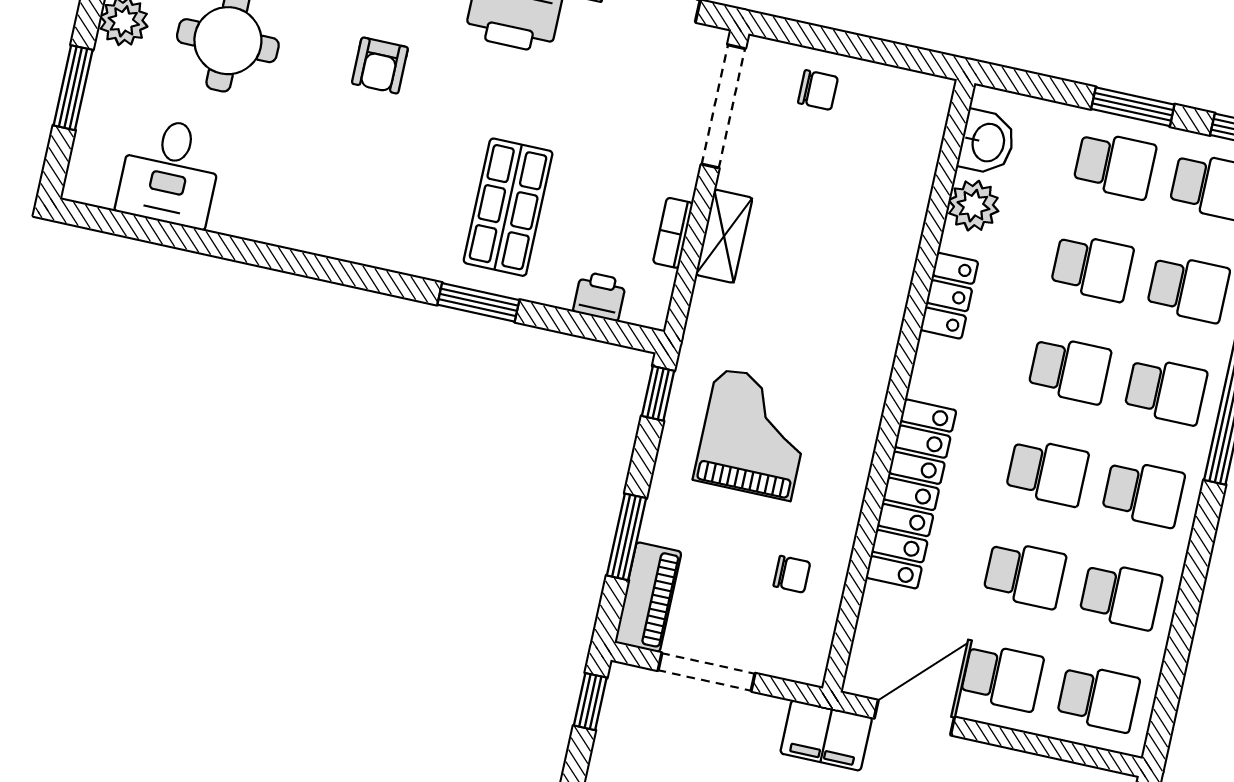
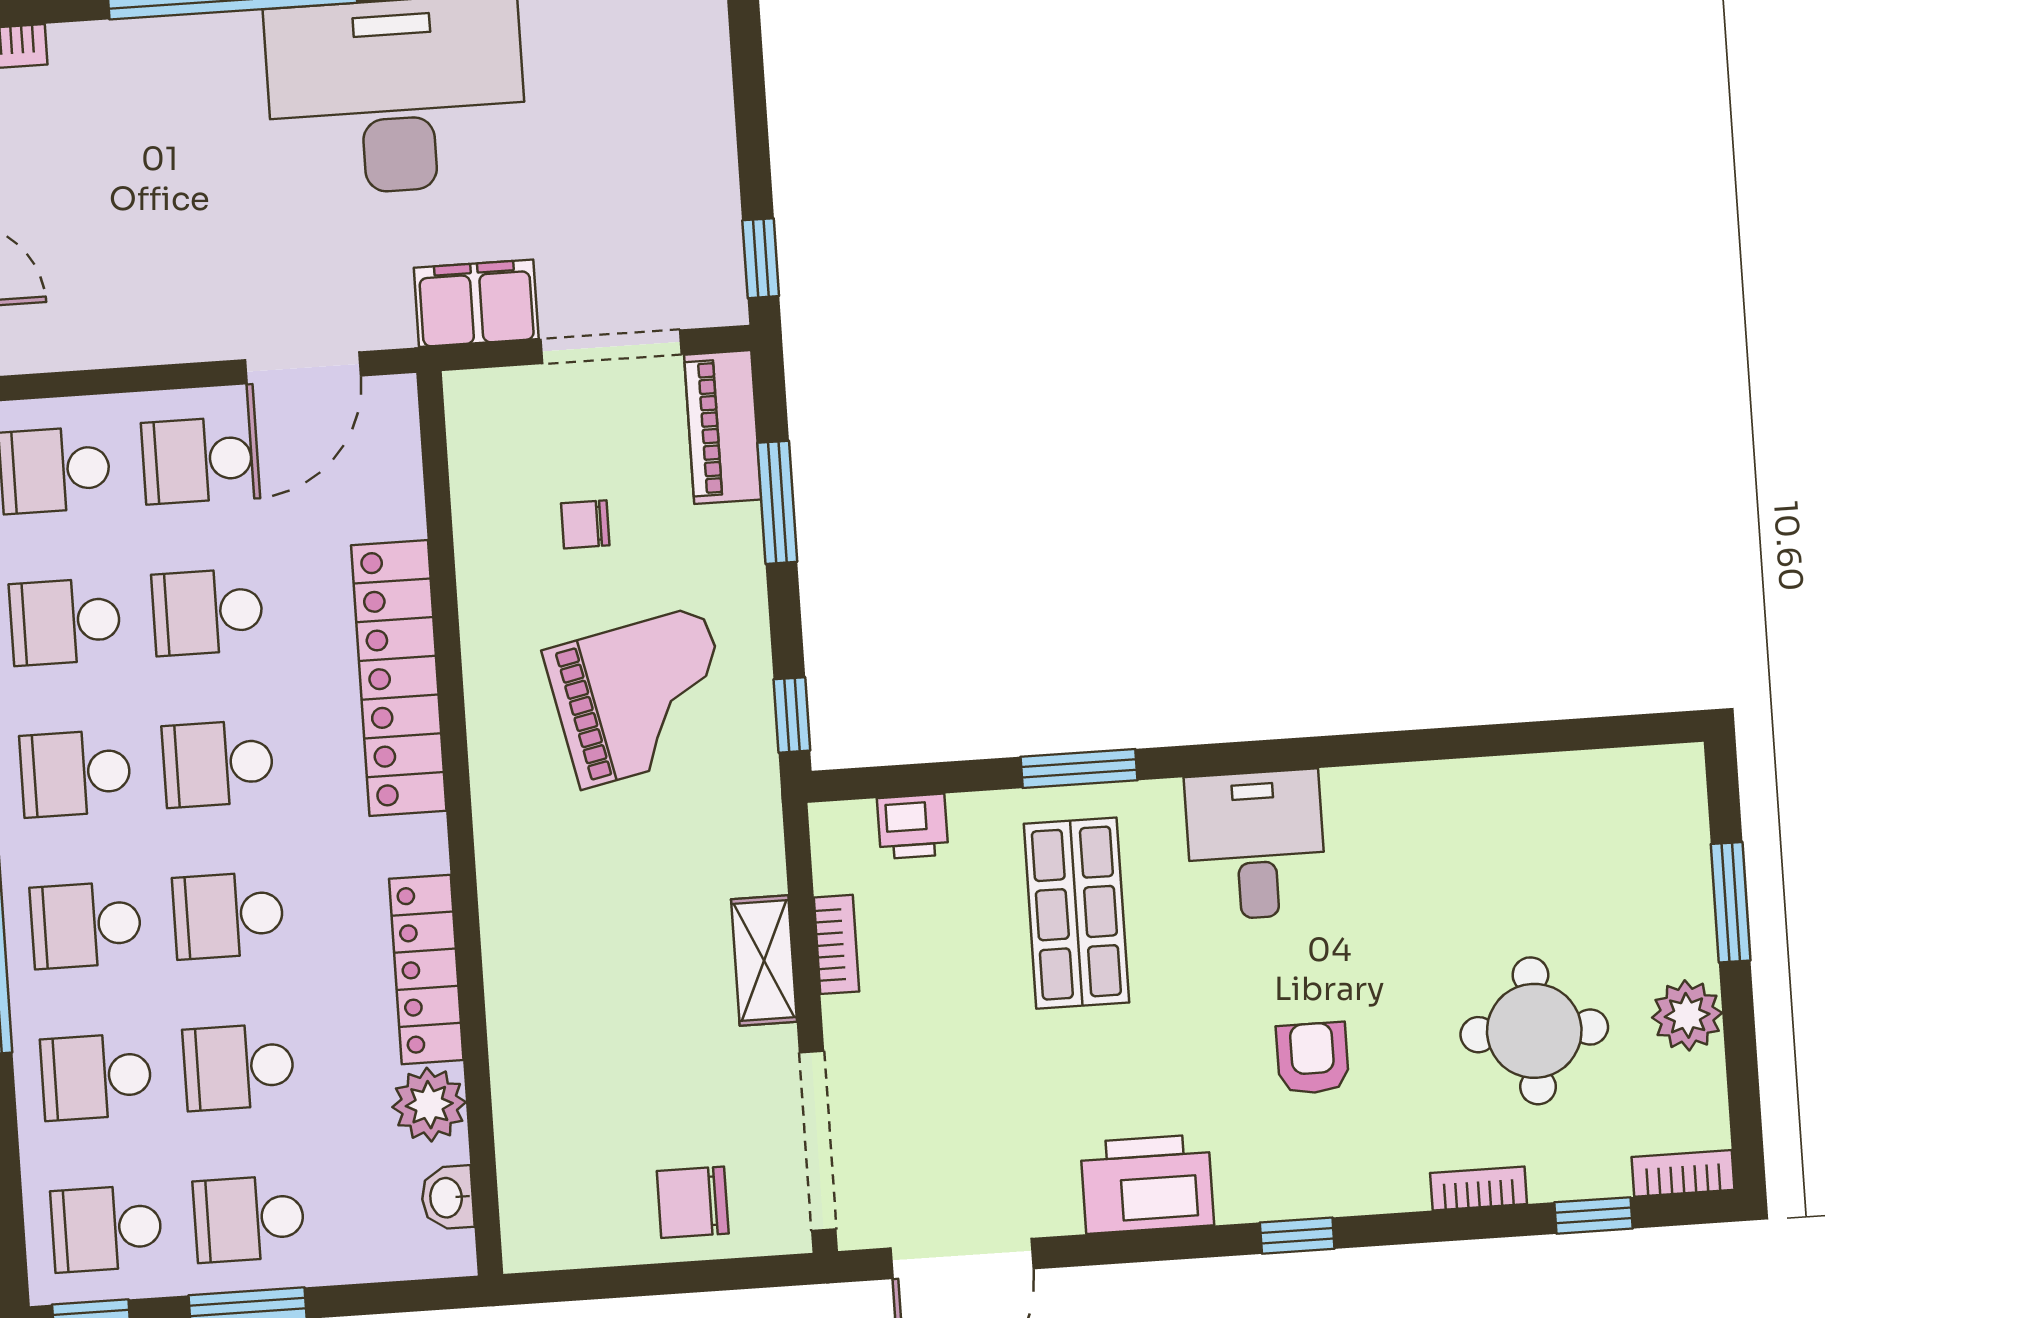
chair: (818, 90) -> (693, 1202), width x1.37, depth x1.37
washbasin: (987, 142) -> (448, 1198), width x0.72, depth x0.69
desk: (170, 172) -> (1256, 845), moved
locker: (949, 296) -> (426, 969), width x1.53
grand piano: (754, 434) -> (642, 697), turned -102
chair: (792, 574) -> (585, 524), moved
filing cabinet: (826, 735) -> (476, 303), moved

